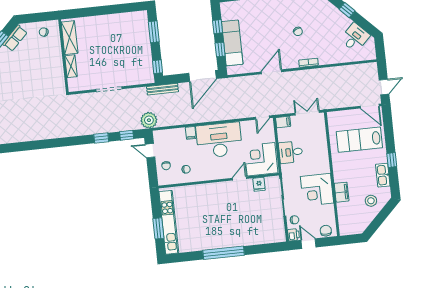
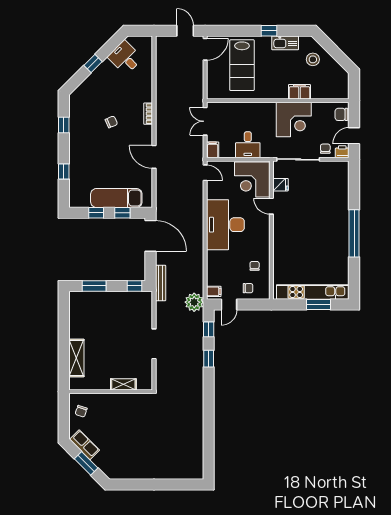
shelving: (70, 38) -> (76, 358), moved, turned 90
filing cabinet: (191, 133) -> (214, 291), moved

